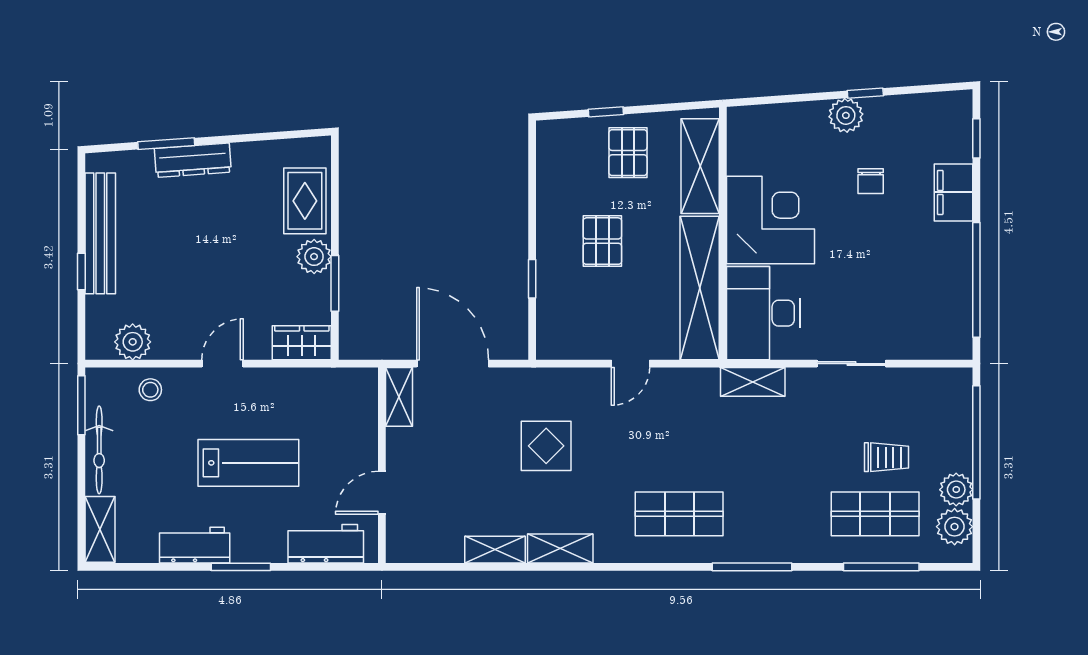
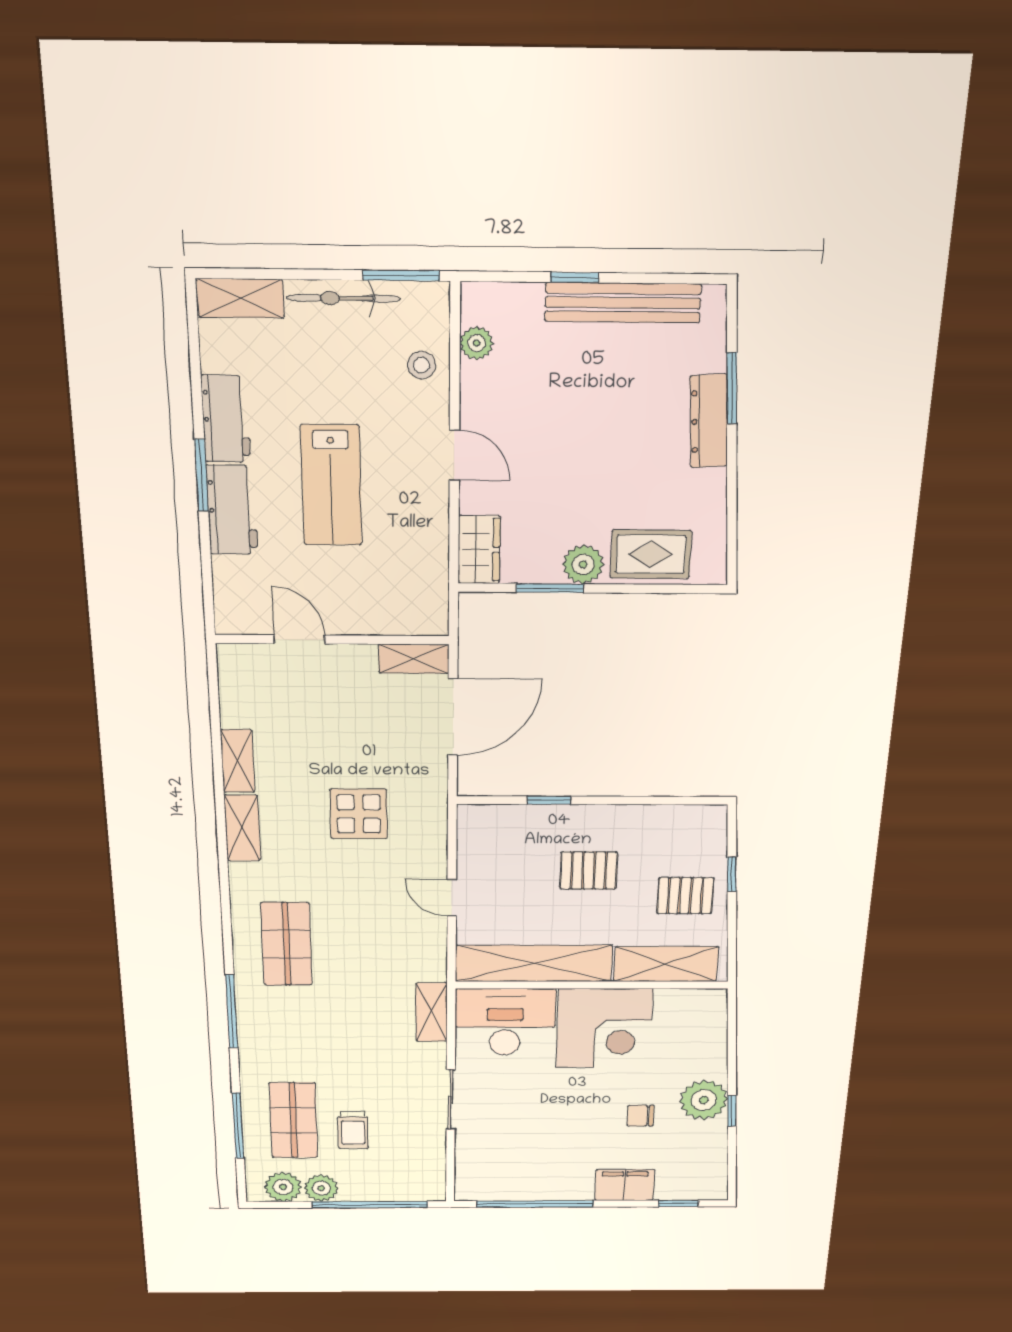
plant: (846, 115) -> (704, 1100), width x1.36, depth x1.36
plant: (133, 342) -> (476, 343), width x0.73, depth x0.73
workbench: (326, 544) -> (232, 510), moved

